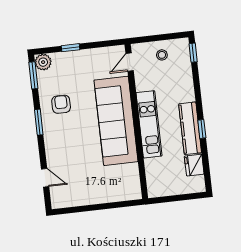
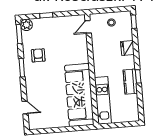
sofa: (116, 121) -> (79, 95), moved
kitchen unit: (149, 124) -> (103, 100), moved
kitchen counter: (190, 128) -> (130, 82), width x0.67
fridge: (194, 165) -> (127, 48), moved

